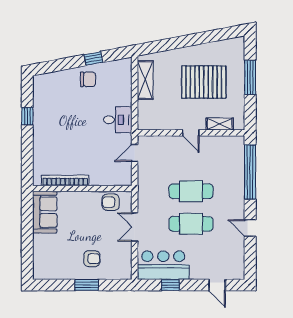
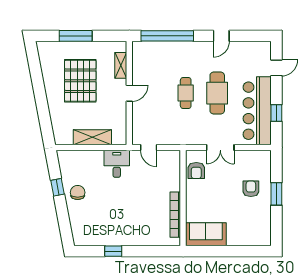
shelving: (145, 80) -> (92, 137), moved
cafe table: (191, 191) -> (186, 93), width x0.73, depth x0.74
bar counter: (163, 265) -> (257, 111), width x1.36

